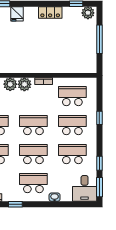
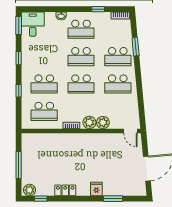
school desk: (72, 154) -> (44, 57), removed
window: (99, 163) -> (19, 58), moved

